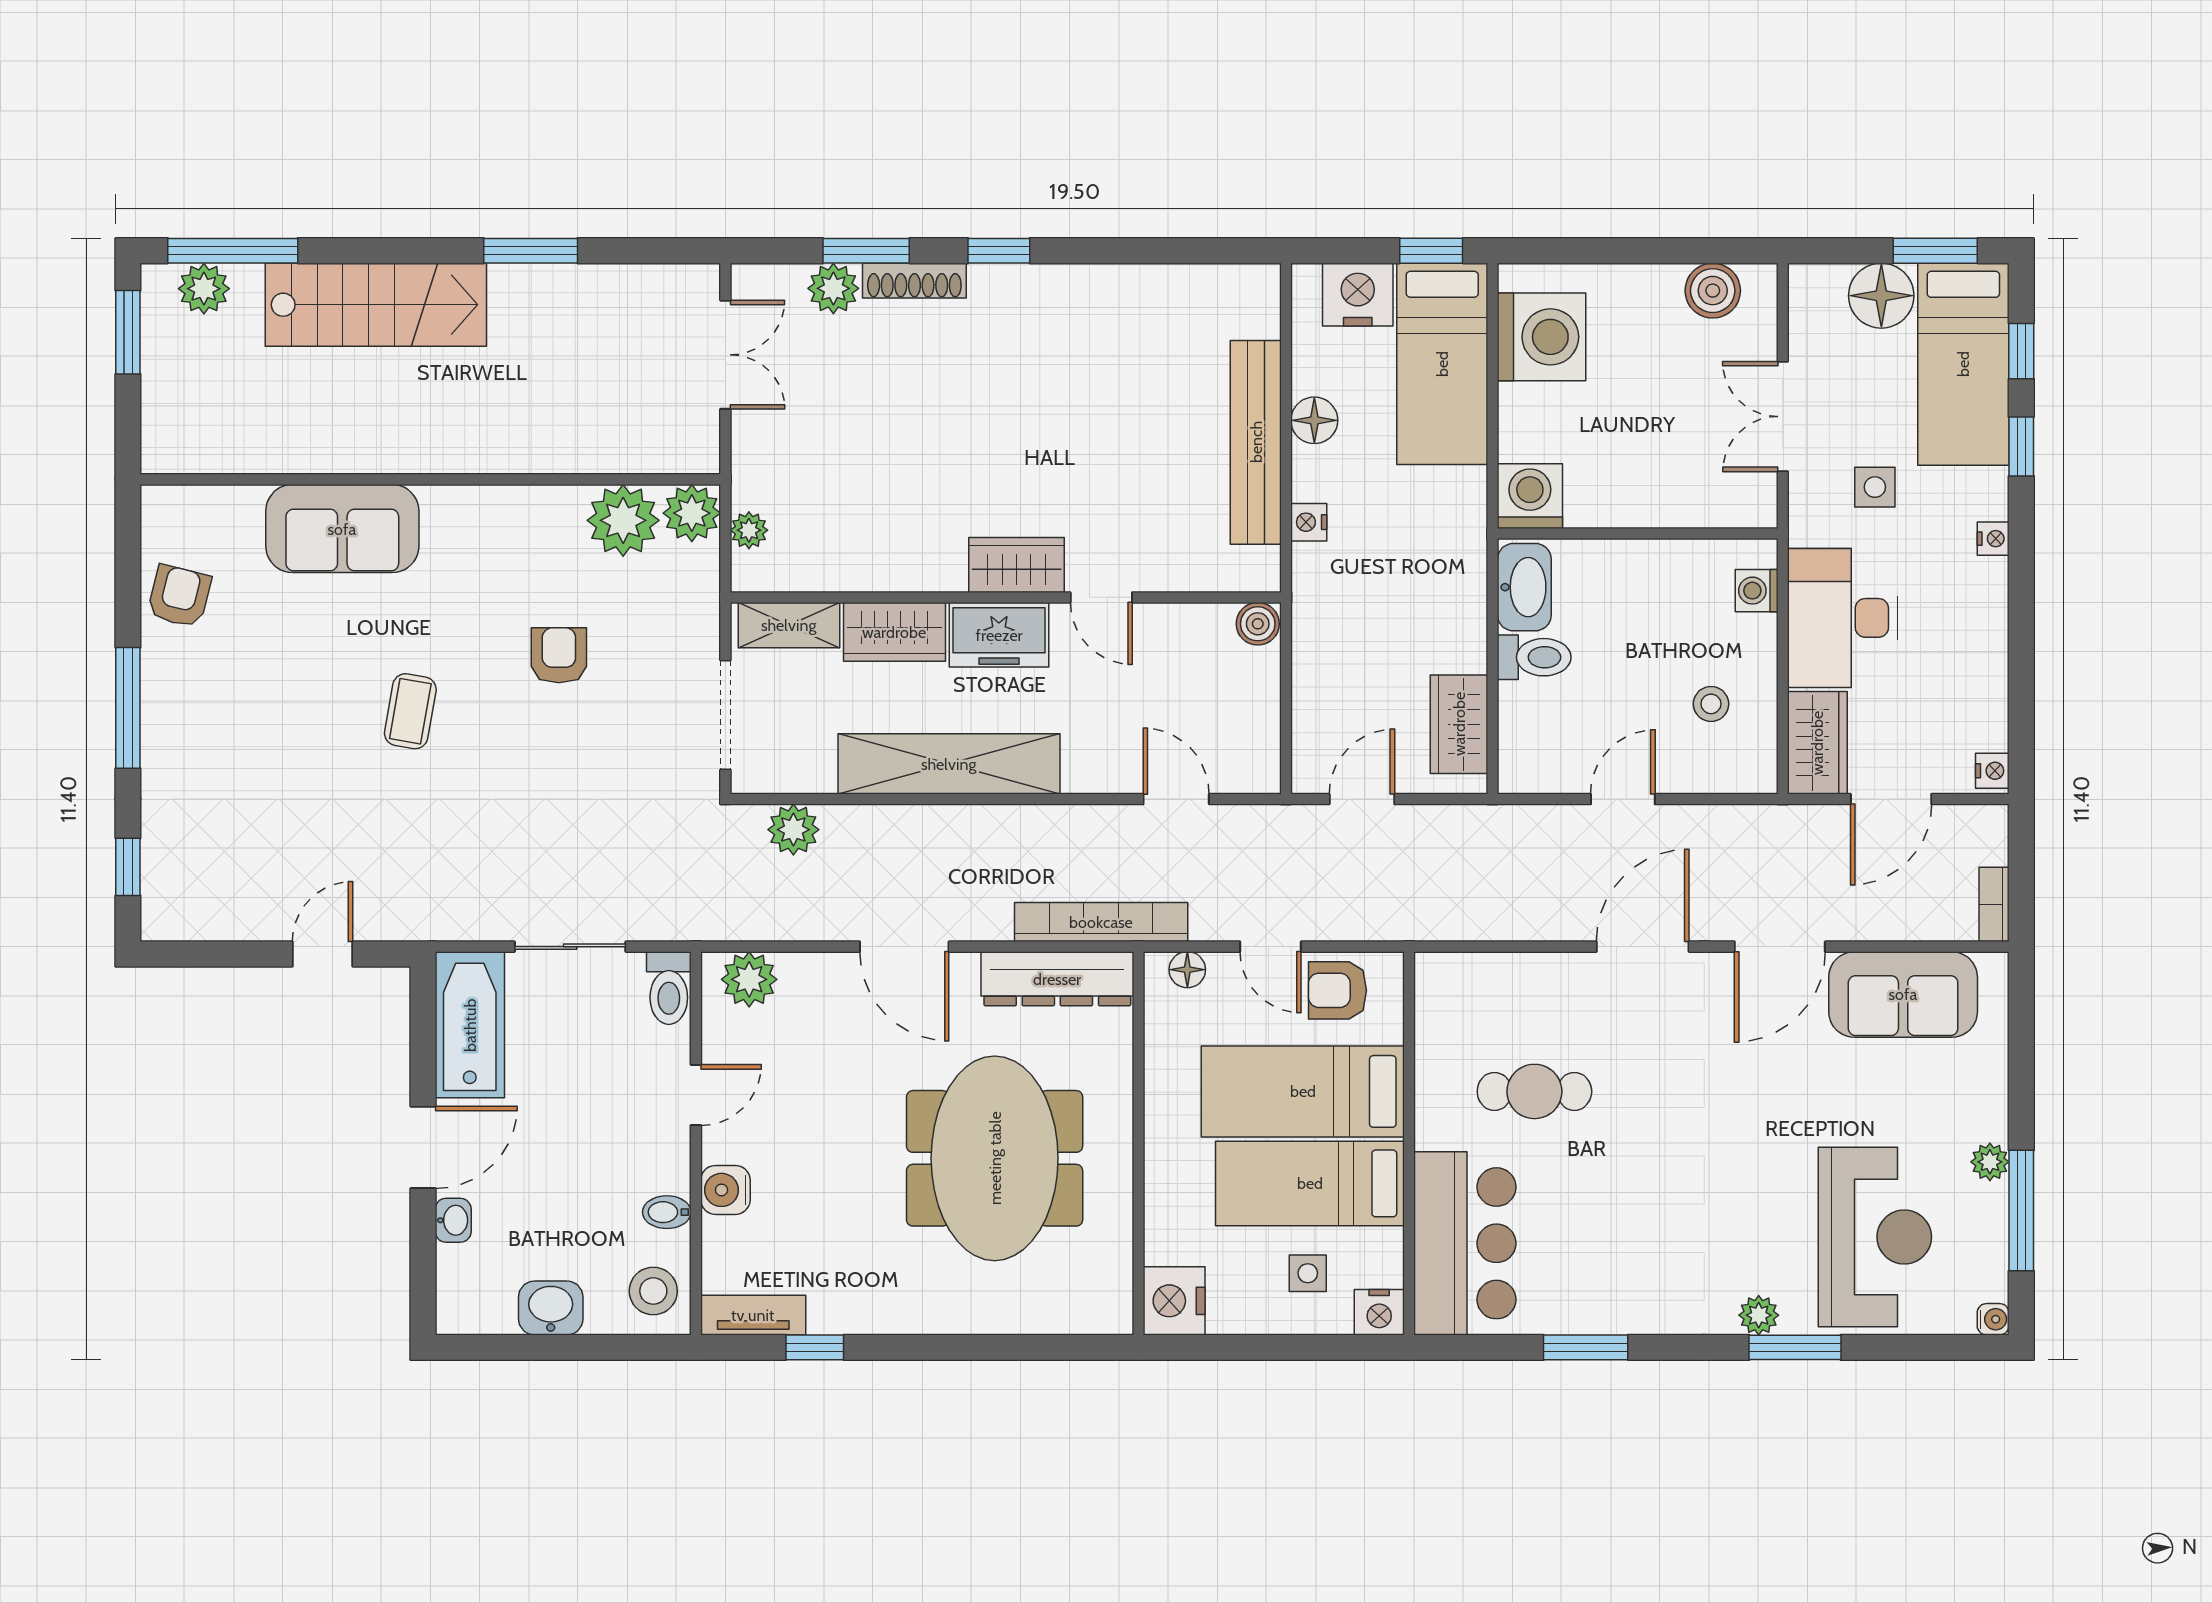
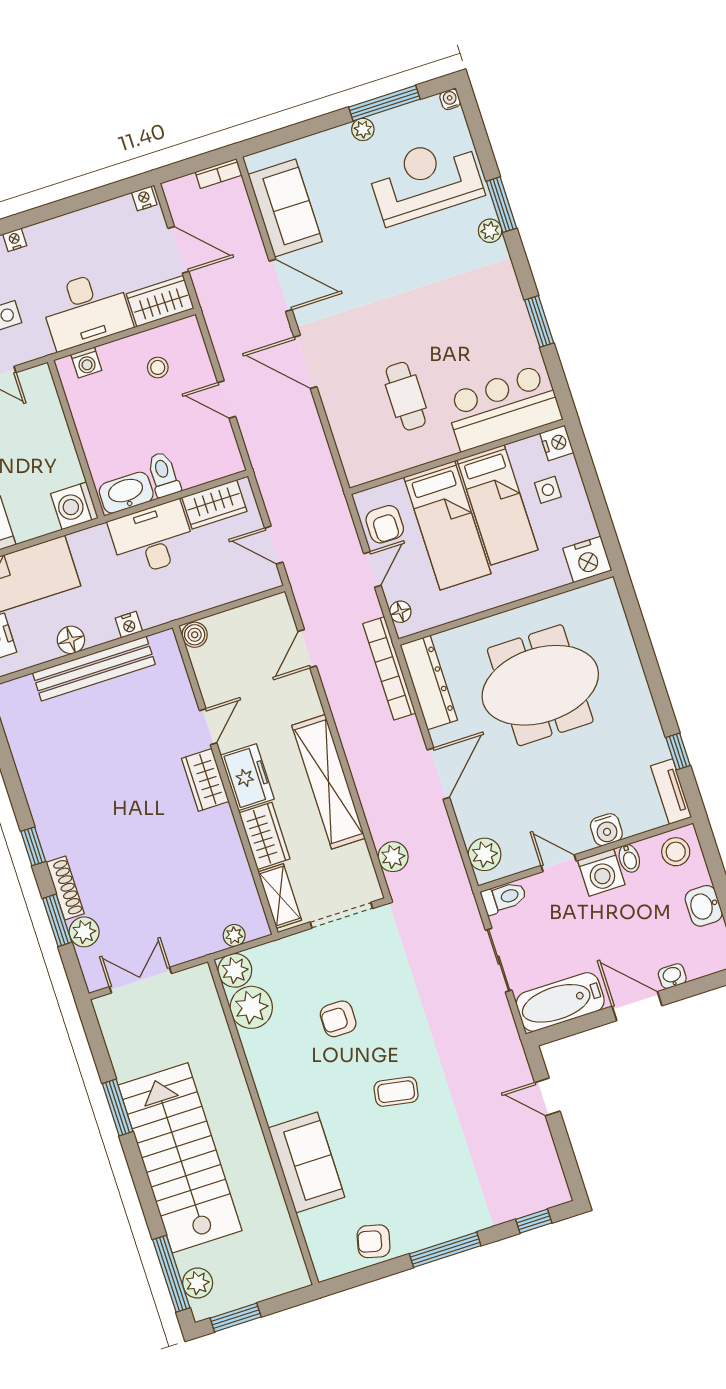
stairs: (376, 305) -> (180, 1158), width x1.36, depth x1.51
desk: (1436, 605) -> (152, 539), added
washing machine: (659, 1159) -> (601, 872), added

